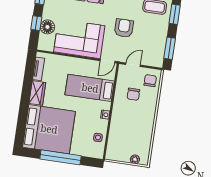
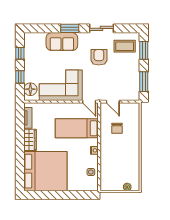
floor lamp: (47, 27) -> (30, 89), moved
armchair: (124, 28) -> (99, 57), moved
door: (107, 61) -> (89, 102), hinge flipped
door: (133, 65) -> (113, 102), swing flipped
chair: (150, 81) -> (130, 114), removed
window: (61, 157) -> (60, 195), removed

